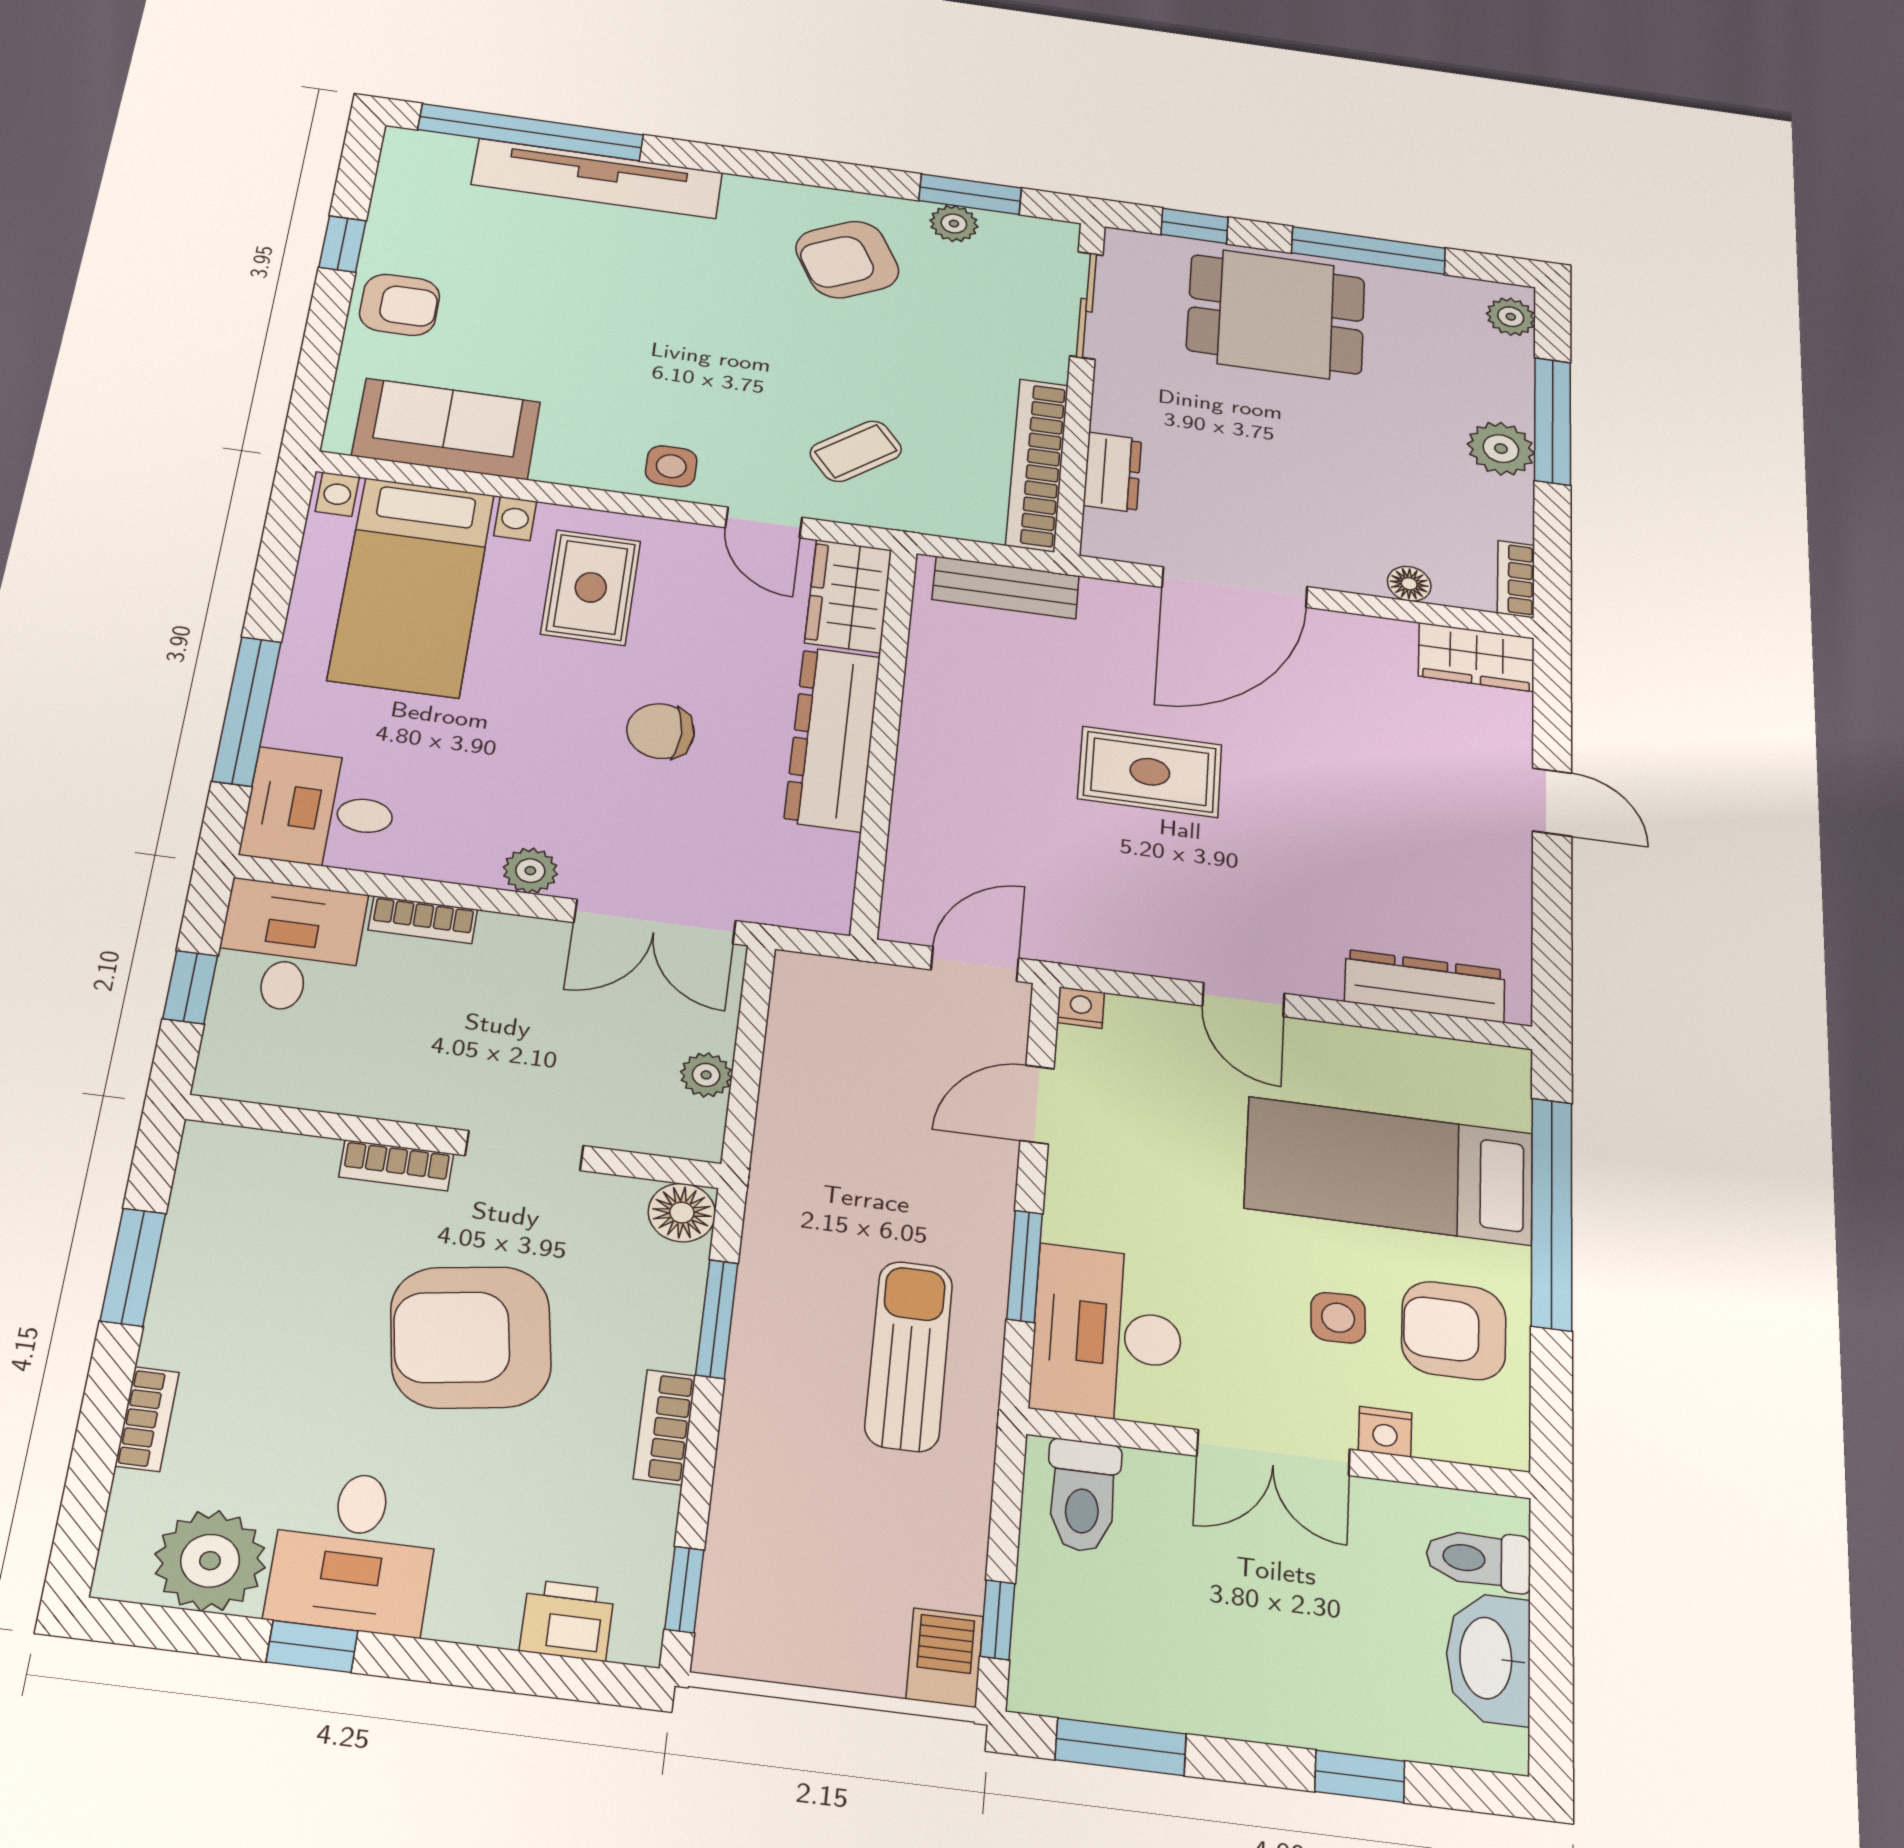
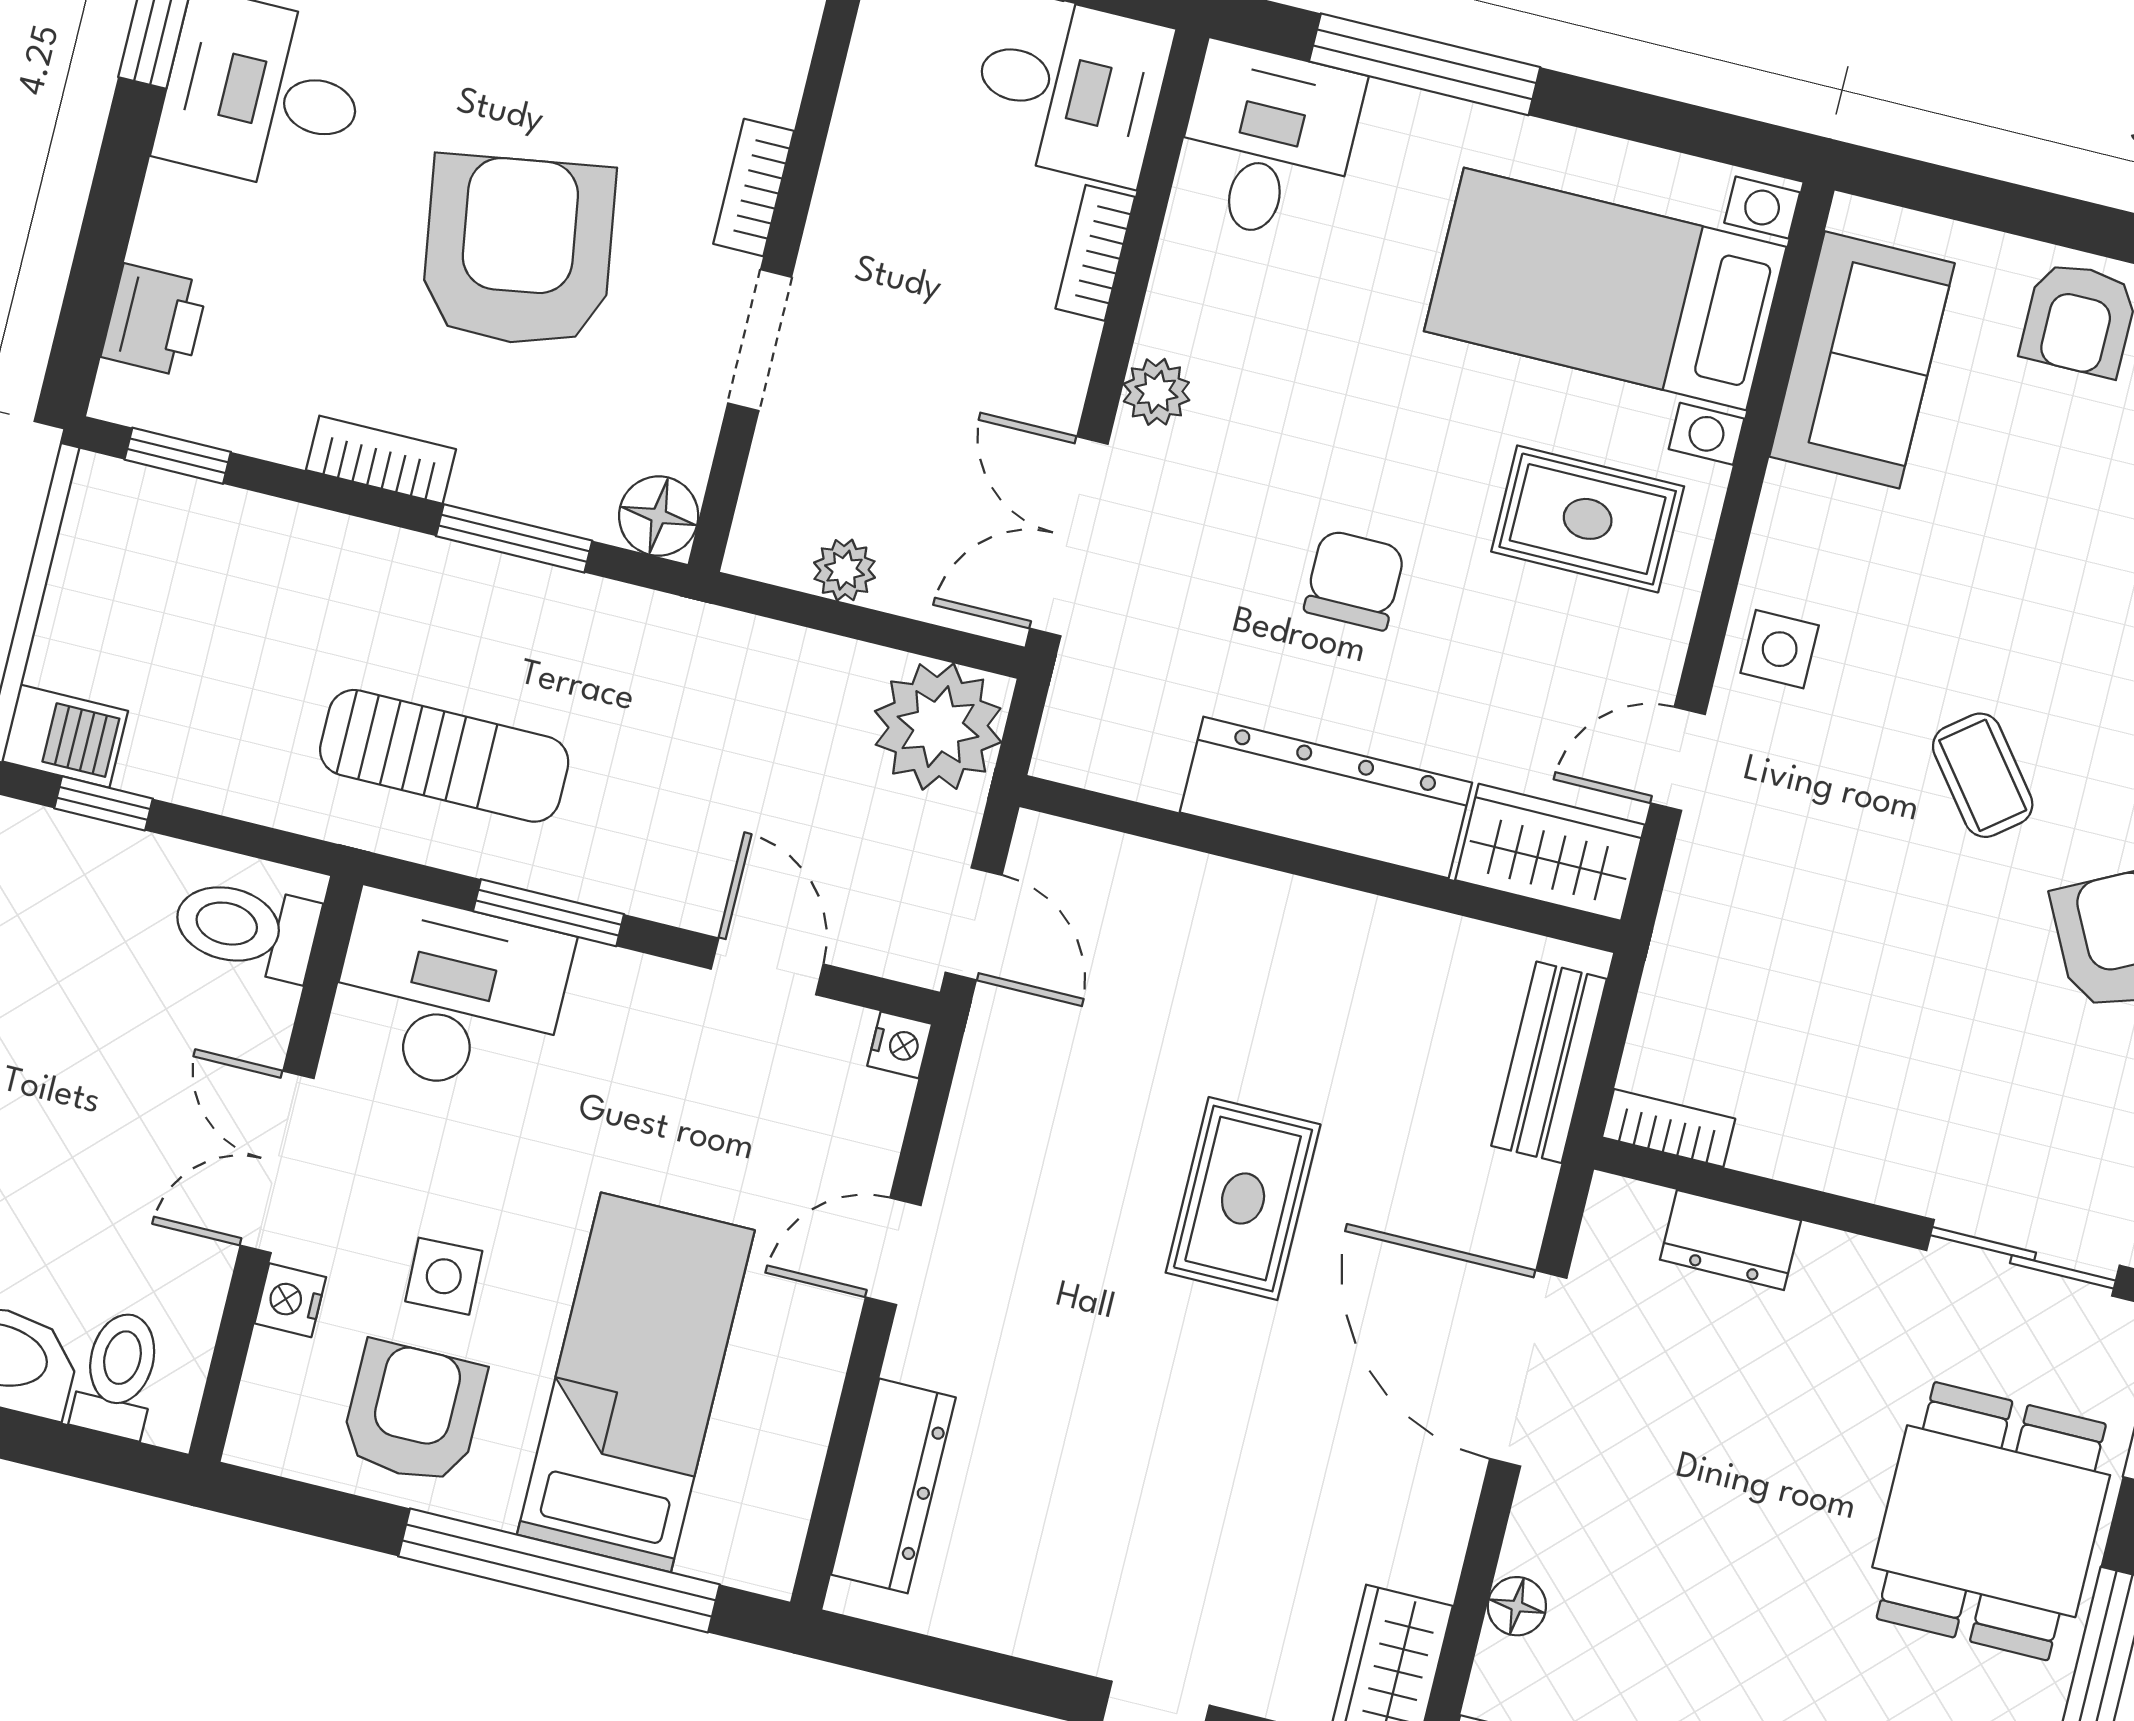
coffee table: (856, 451) -> (1983, 775), moved
bookcase: (1037, 465) -> (1669, 1128), width x0.43, depth x0.76
plant: (822, 1000) -> (938, 727), added

